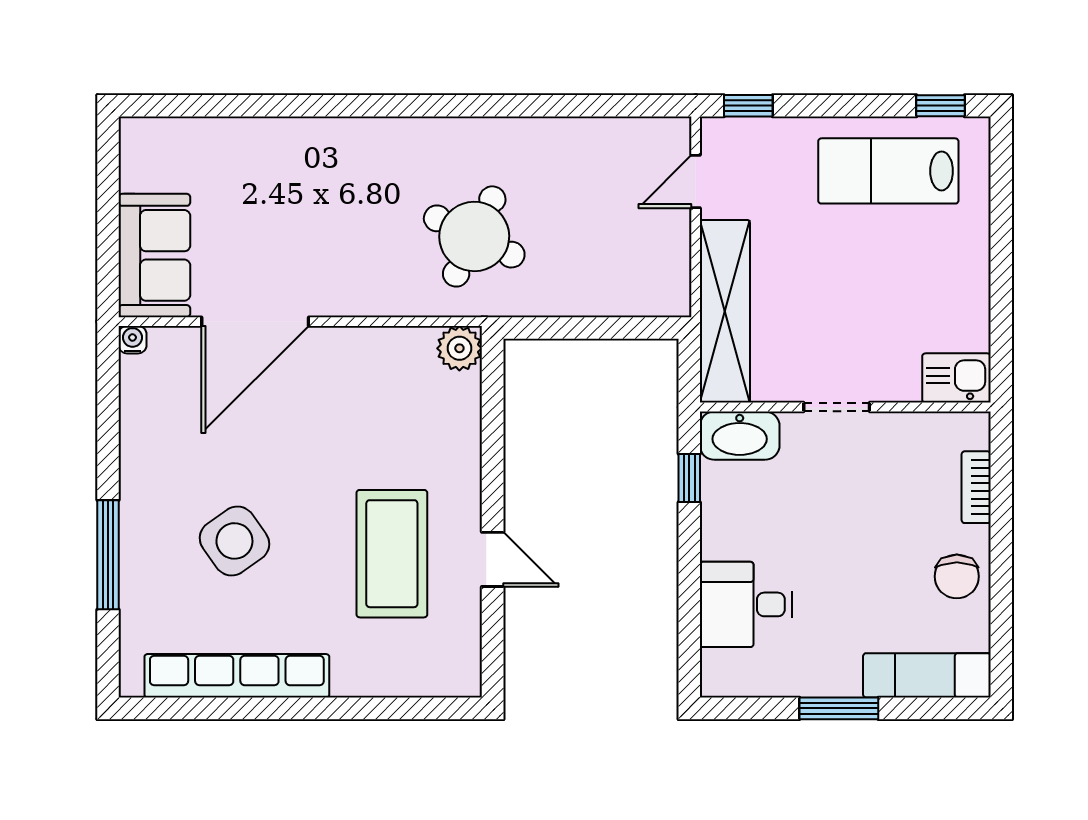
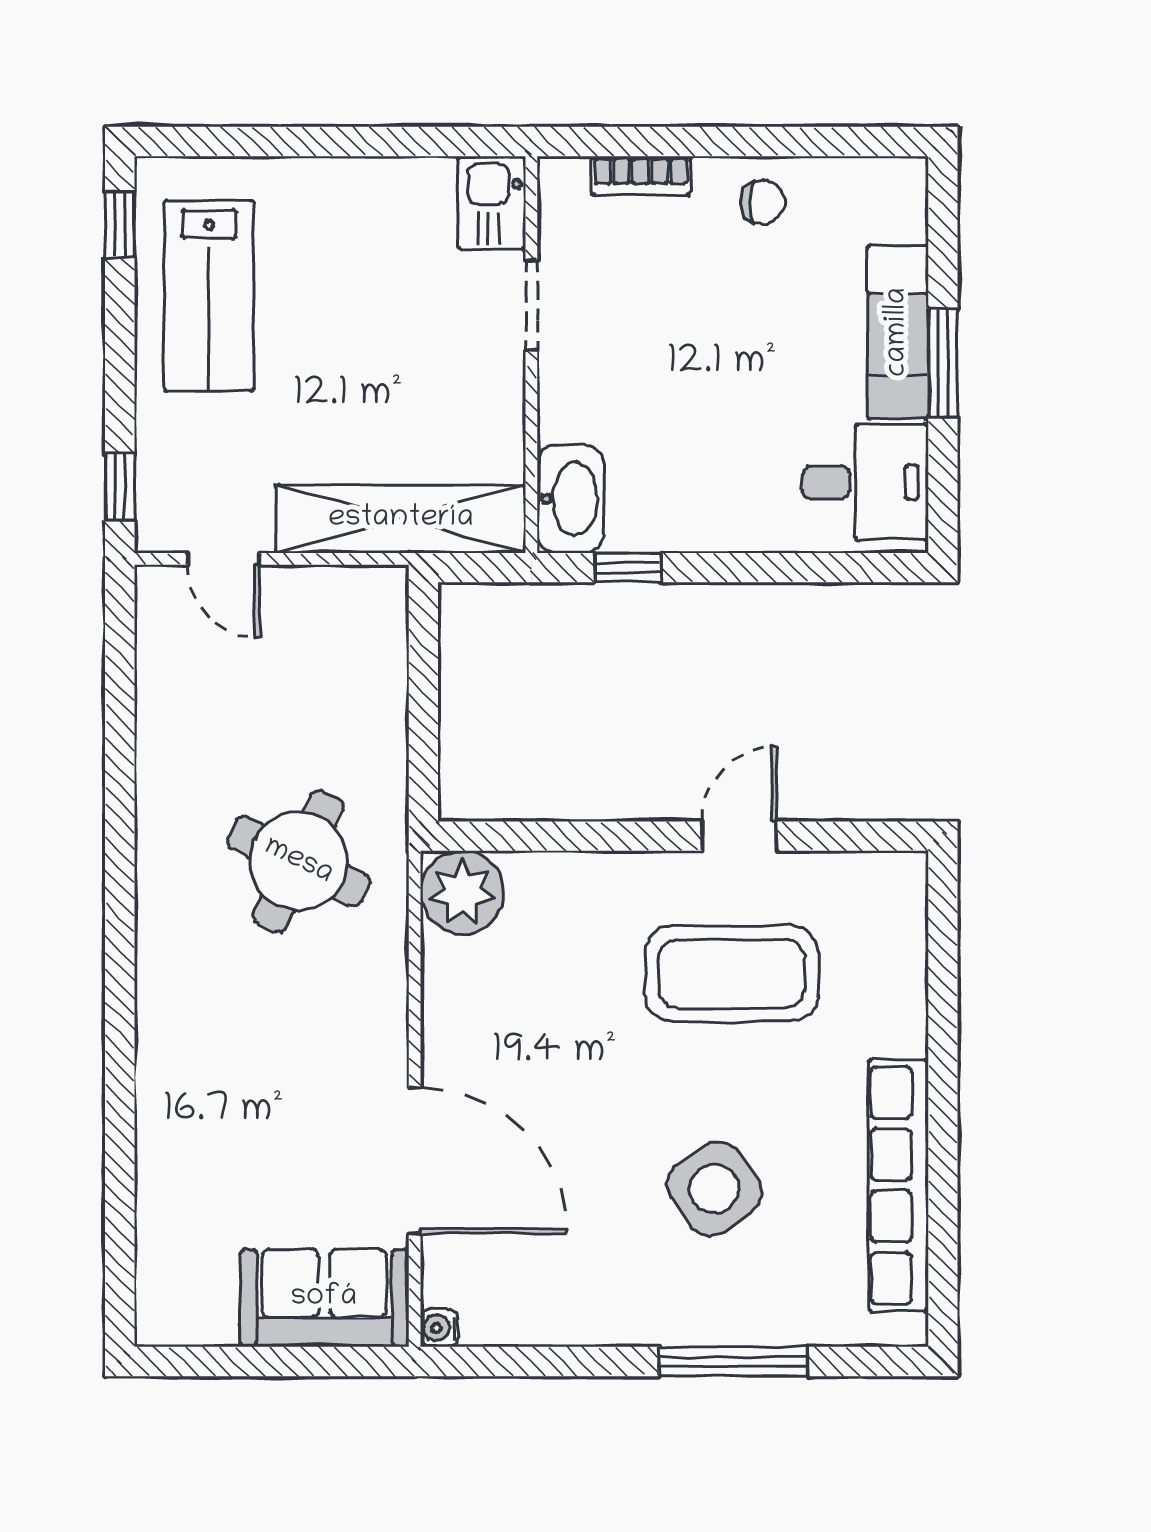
plant: (459, 348) -> (462, 893), width x1.36, depth x1.36
doorway: (837, 407) -> (531, 305), moved
chair: (957, 576) -> (763, 202), width x0.73, depth x0.73
desk: (746, 604) -> (865, 482), moved, turned -90
exam couch: (927, 675) -> (898, 332), moved

